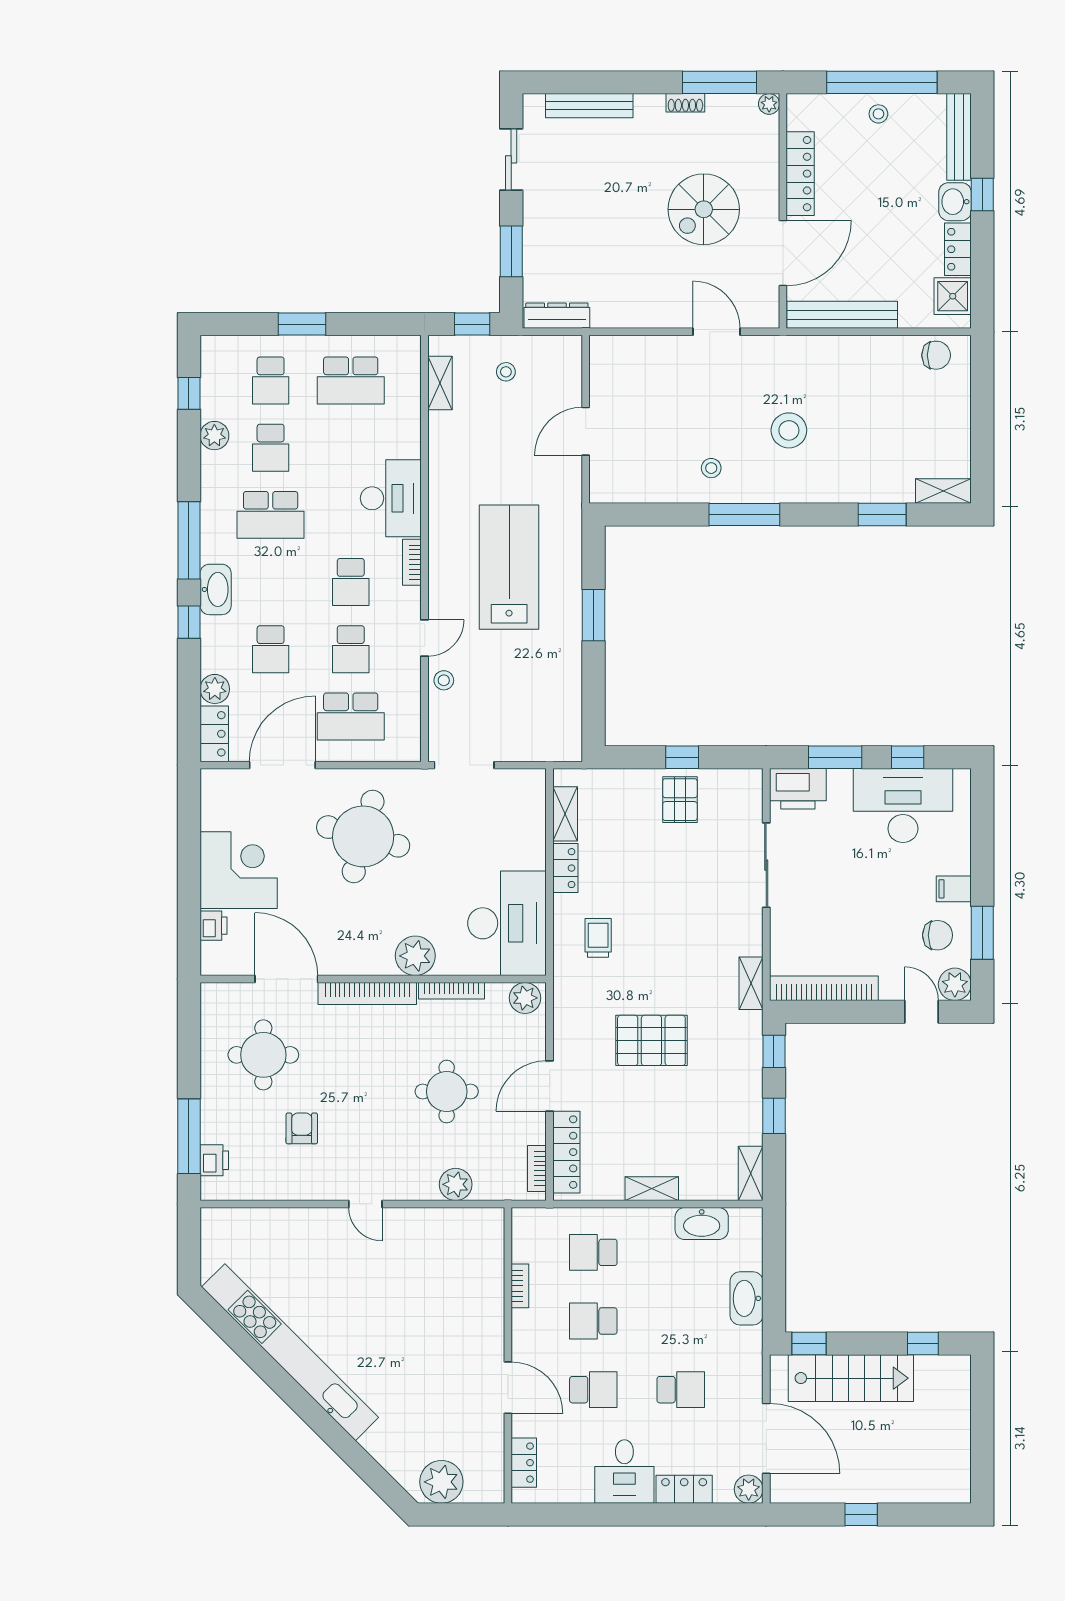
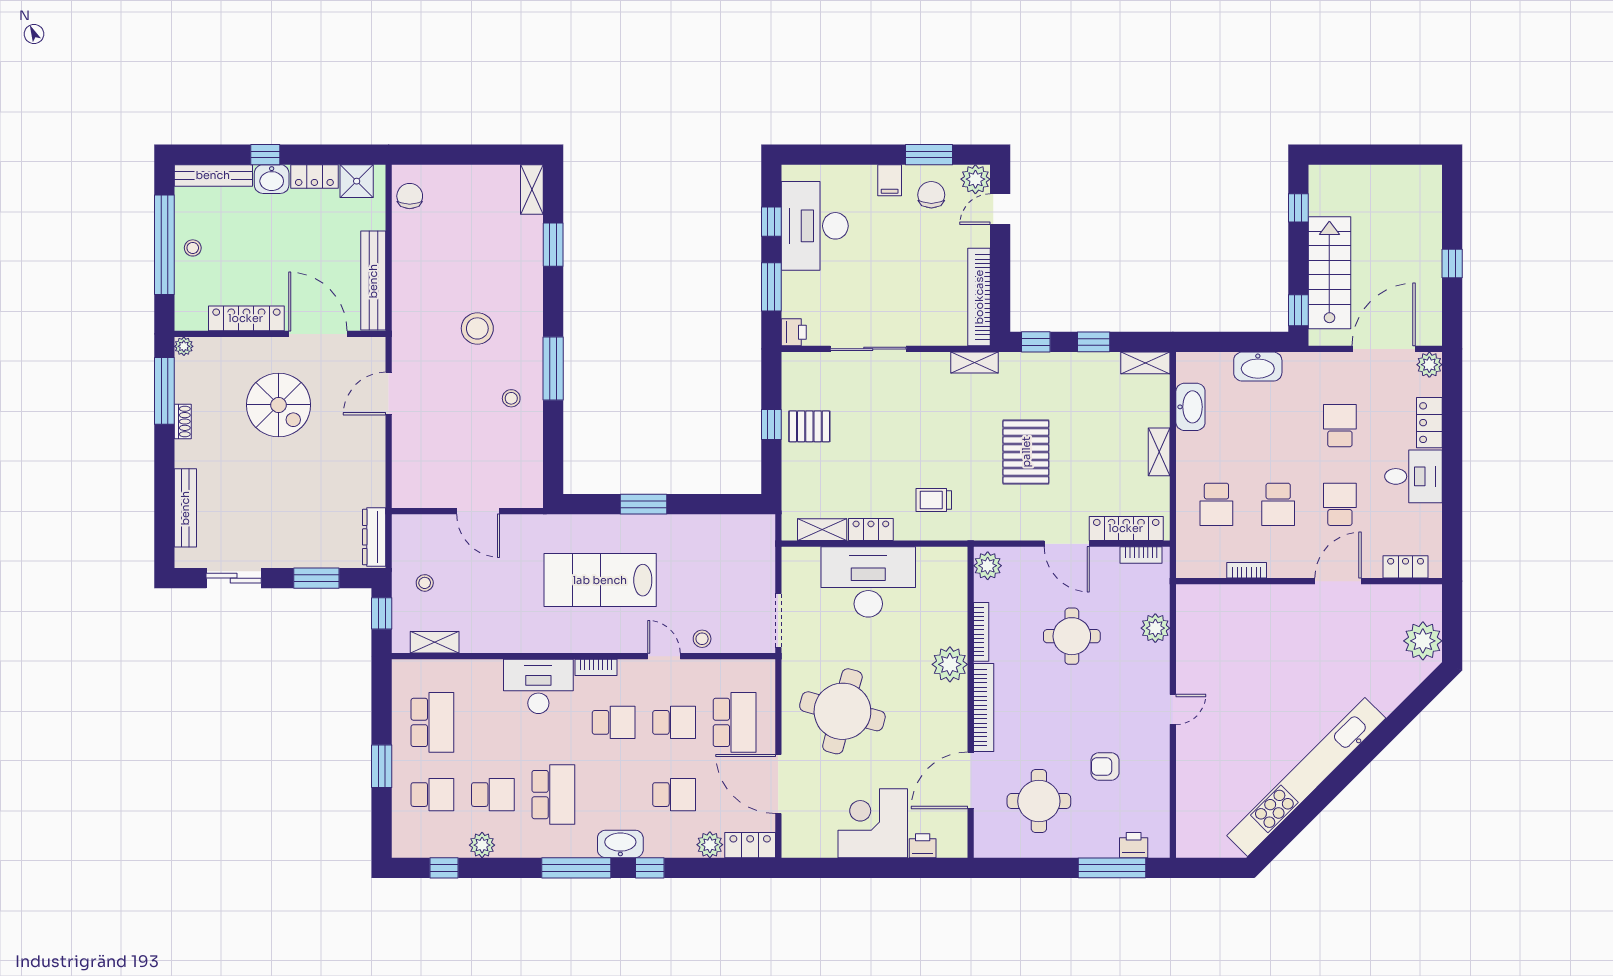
printer: (798, 789) -> (794, 332), width x0.53, depth x0.68
desk: (507, 923) -> (868, 582), moved

